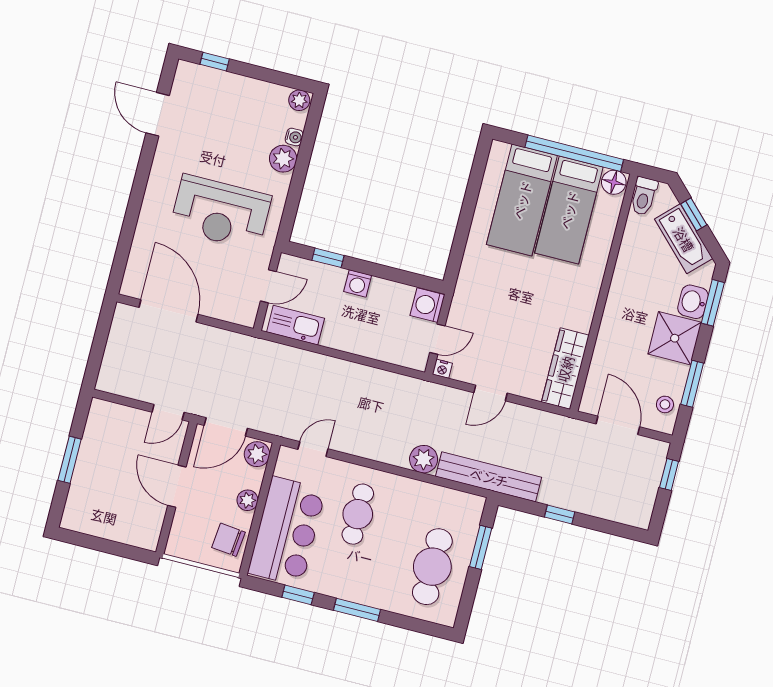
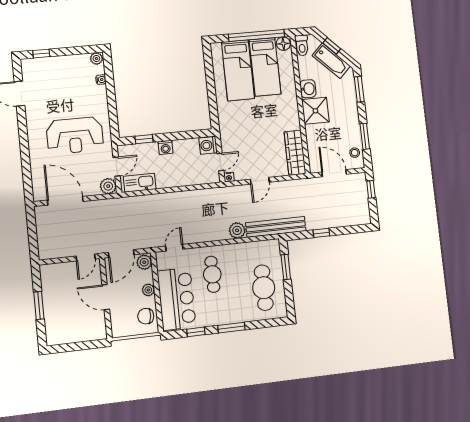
plant: (283, 159) -> (108, 186), moved
washbasin: (693, 302) -> (308, 89), moved, turned 180
shower: (675, 338) -> (315, 111), moved

